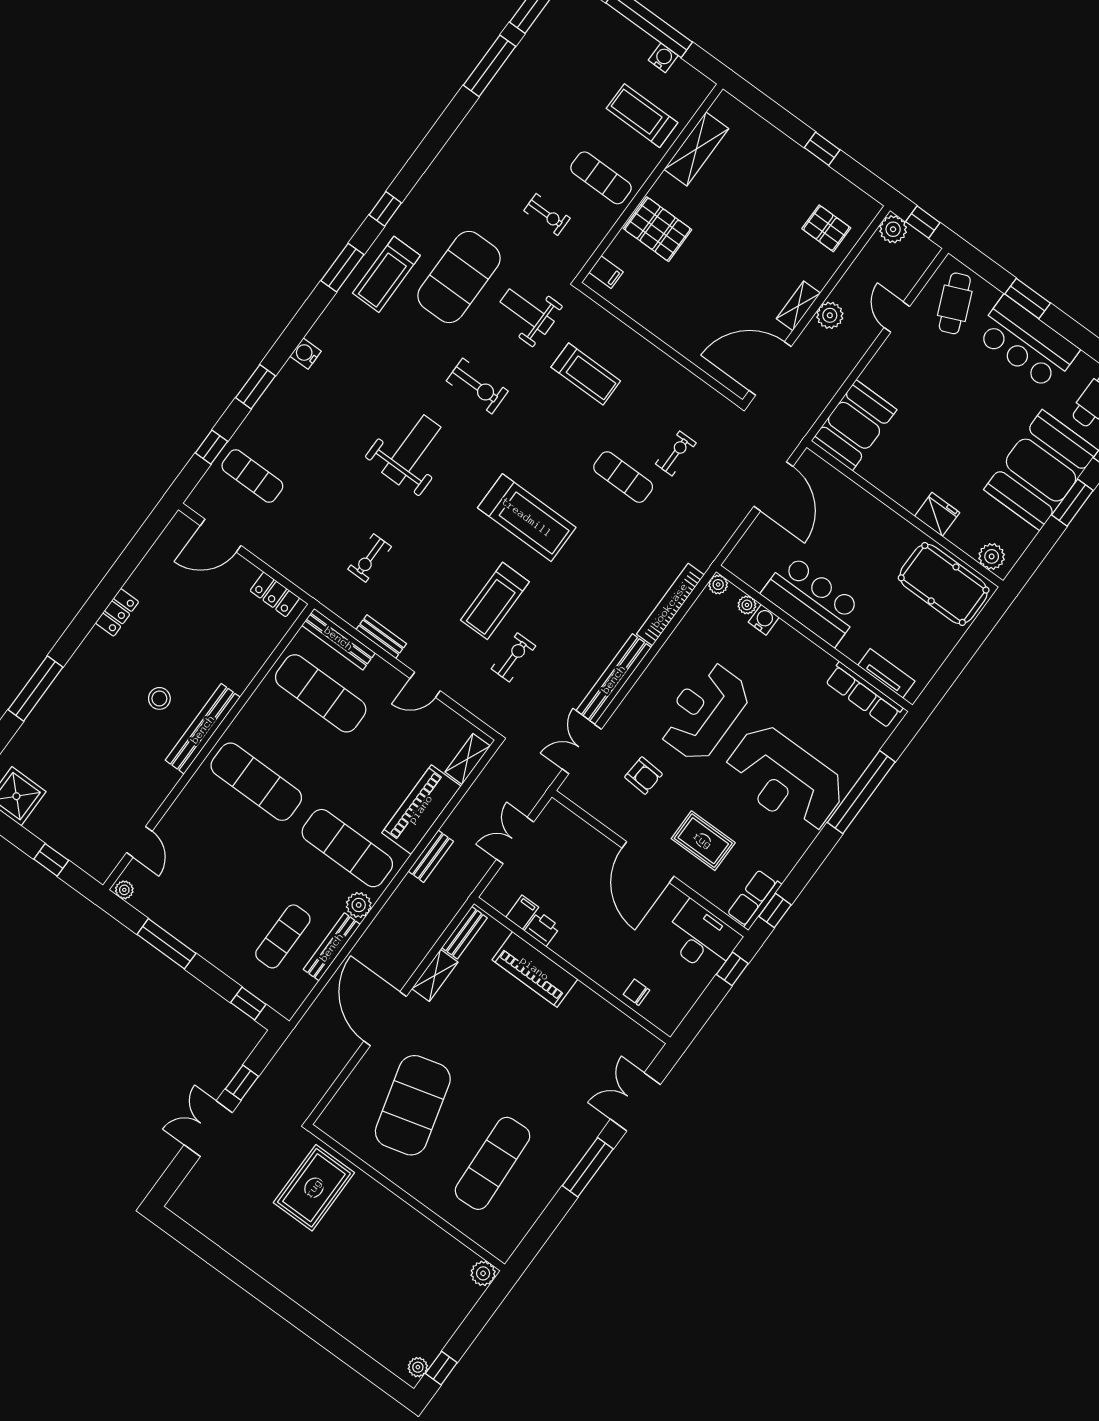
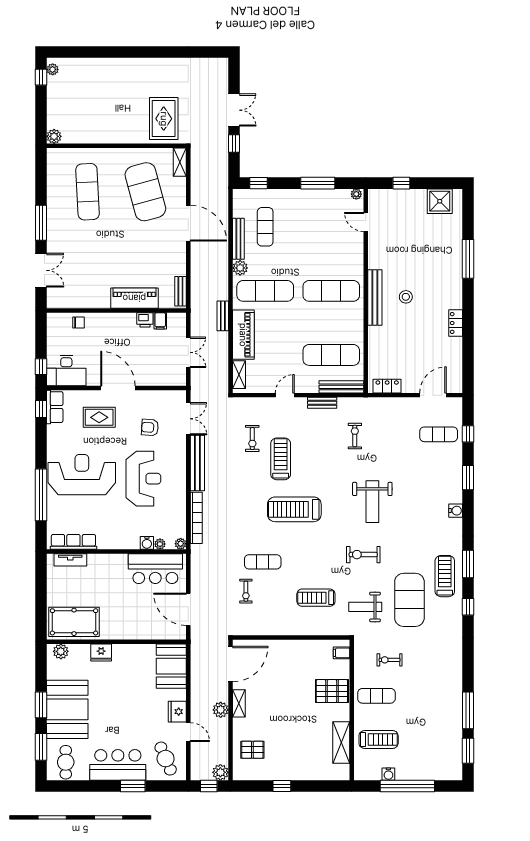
weight bench: (527, 312) -> (365, 607), turned 180
fridge: (892, 356) -> (177, 712), added
bar counter: (812, 600) -> (155, 569), moved
shelving: (435, 975) -> (180, 162), moved

